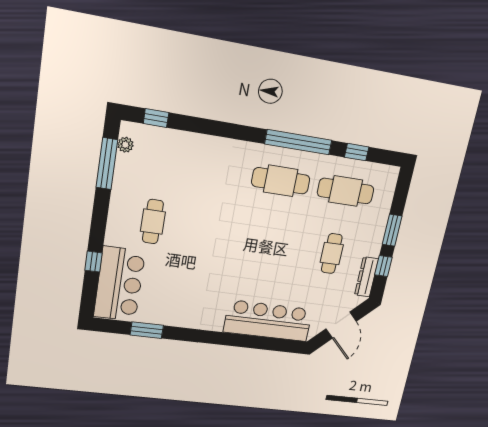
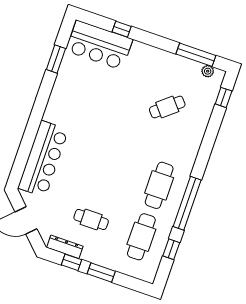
cafe table: (153, 222) -> (167, 107), moved, turned -40

